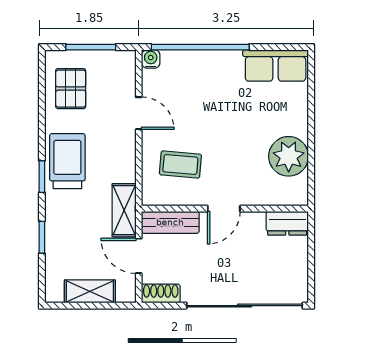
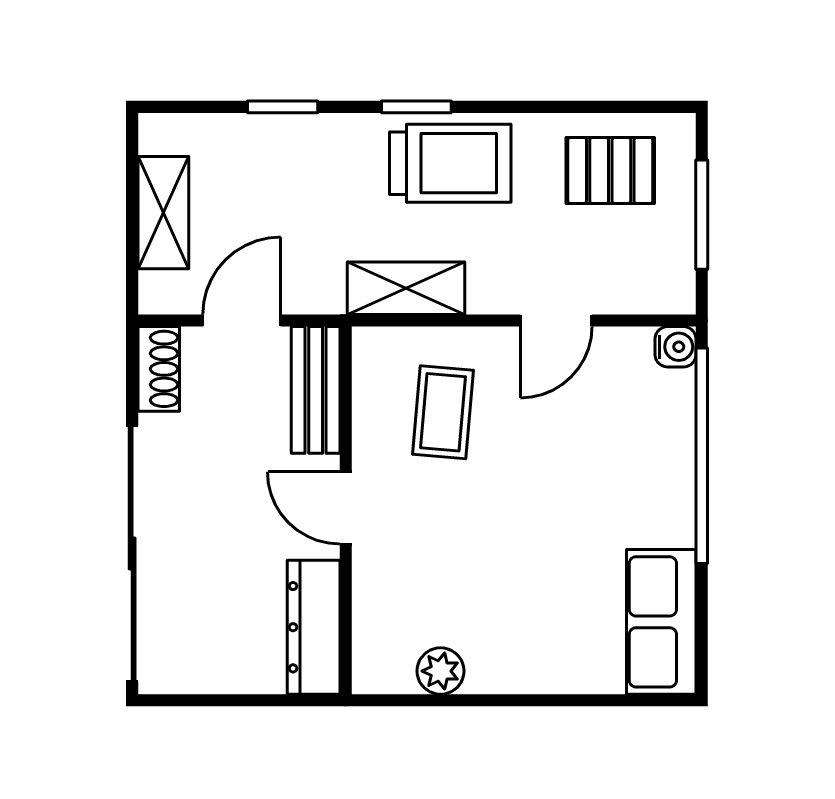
plant: (289, 156) -> (441, 671), width x0.53, depth x0.53
shelving: (124, 210) -> (406, 288), moved
dresser: (287, 223) -> (314, 627), width x1.44

